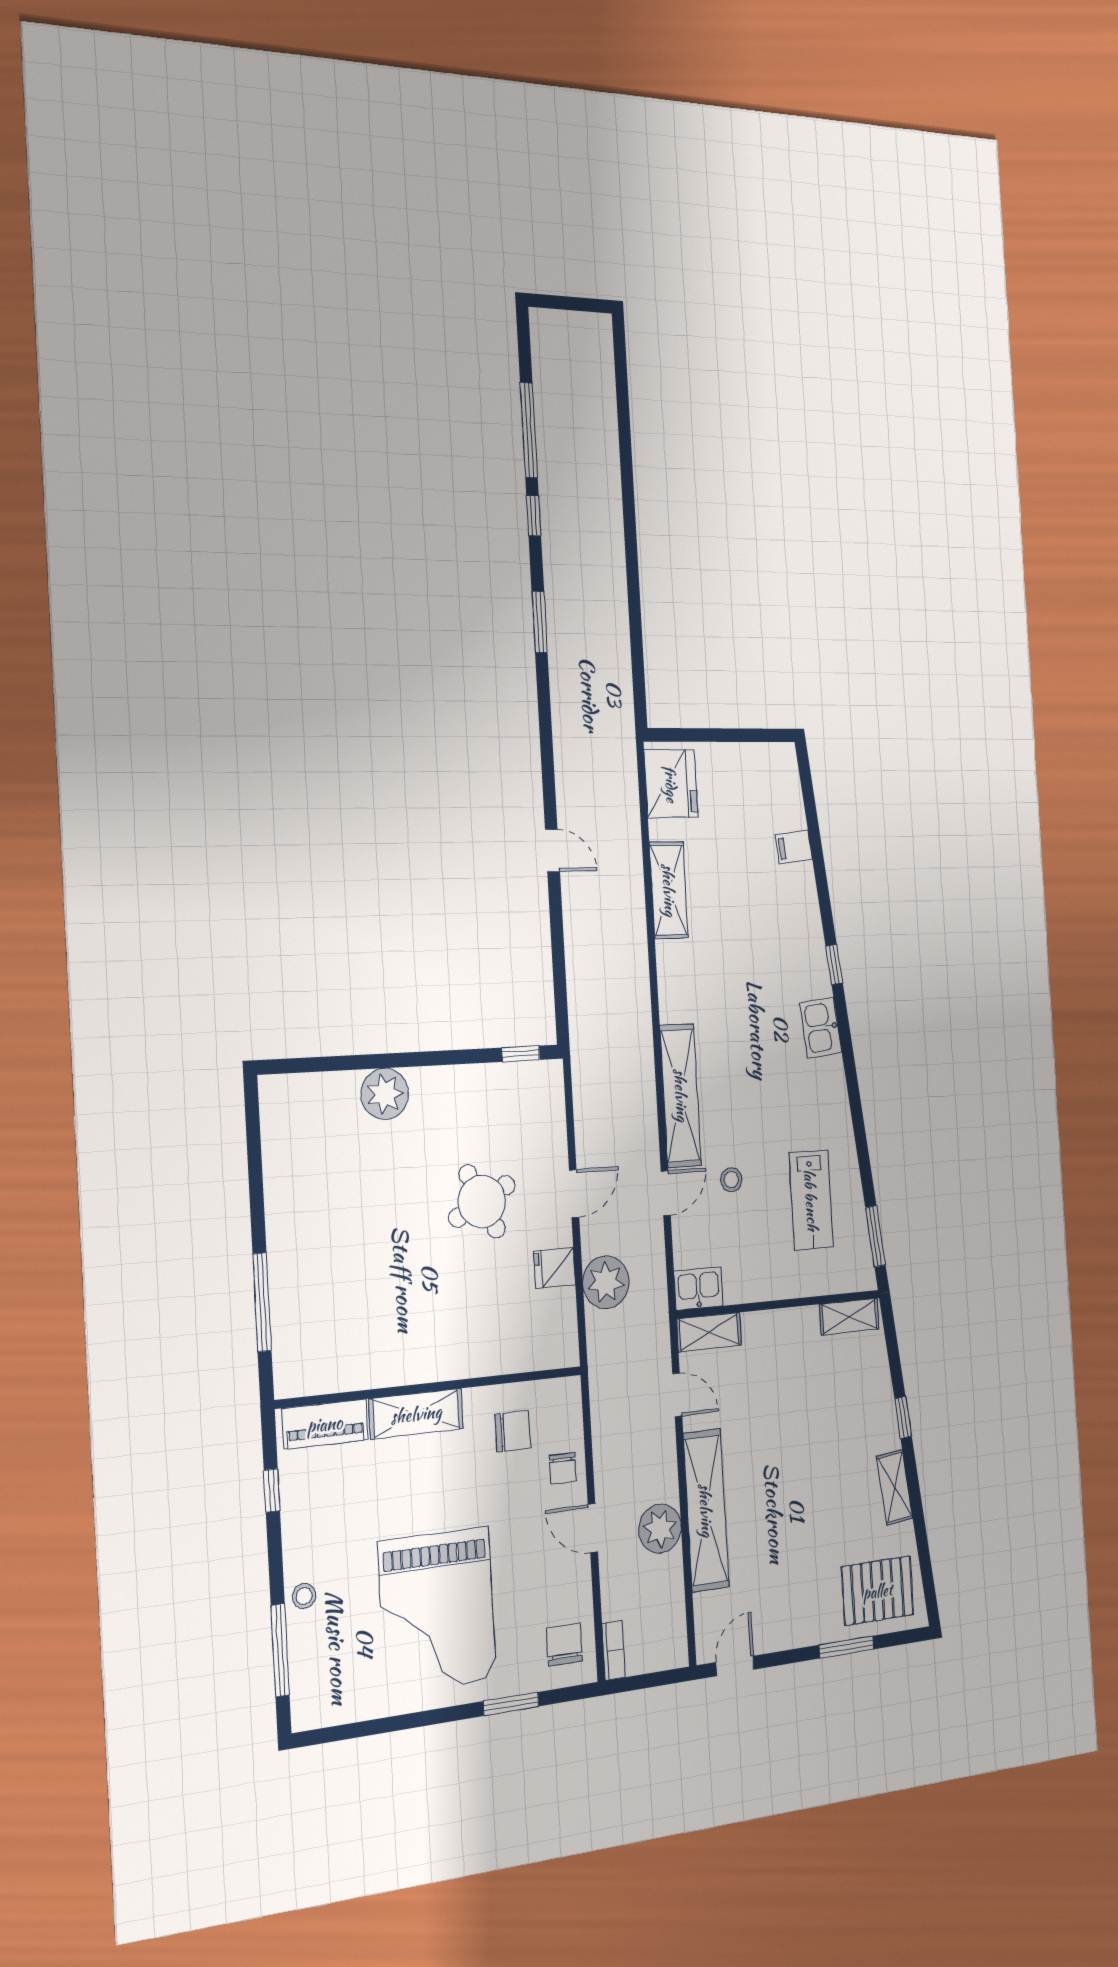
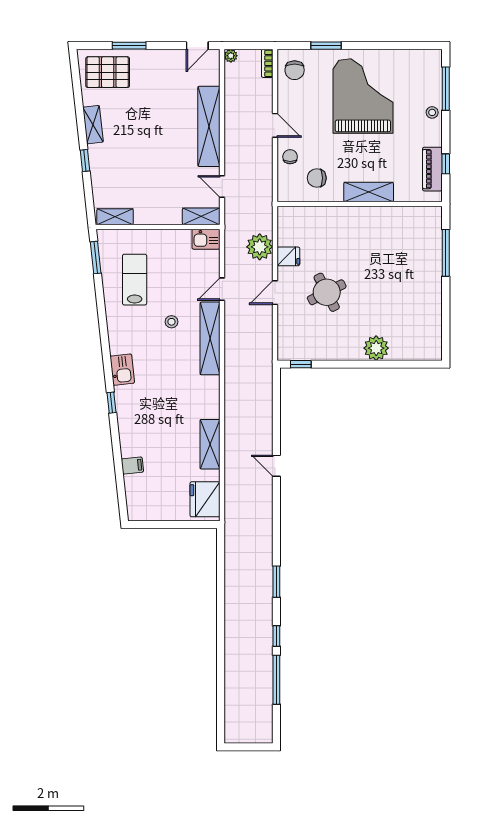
stool: (731, 1180) -> (172, 322), moved
piano: (325, 1424) -> (432, 169), moved, turned -90
plant: (660, 1529) -> (231, 56), moved, width x0.53, depth x0.53

